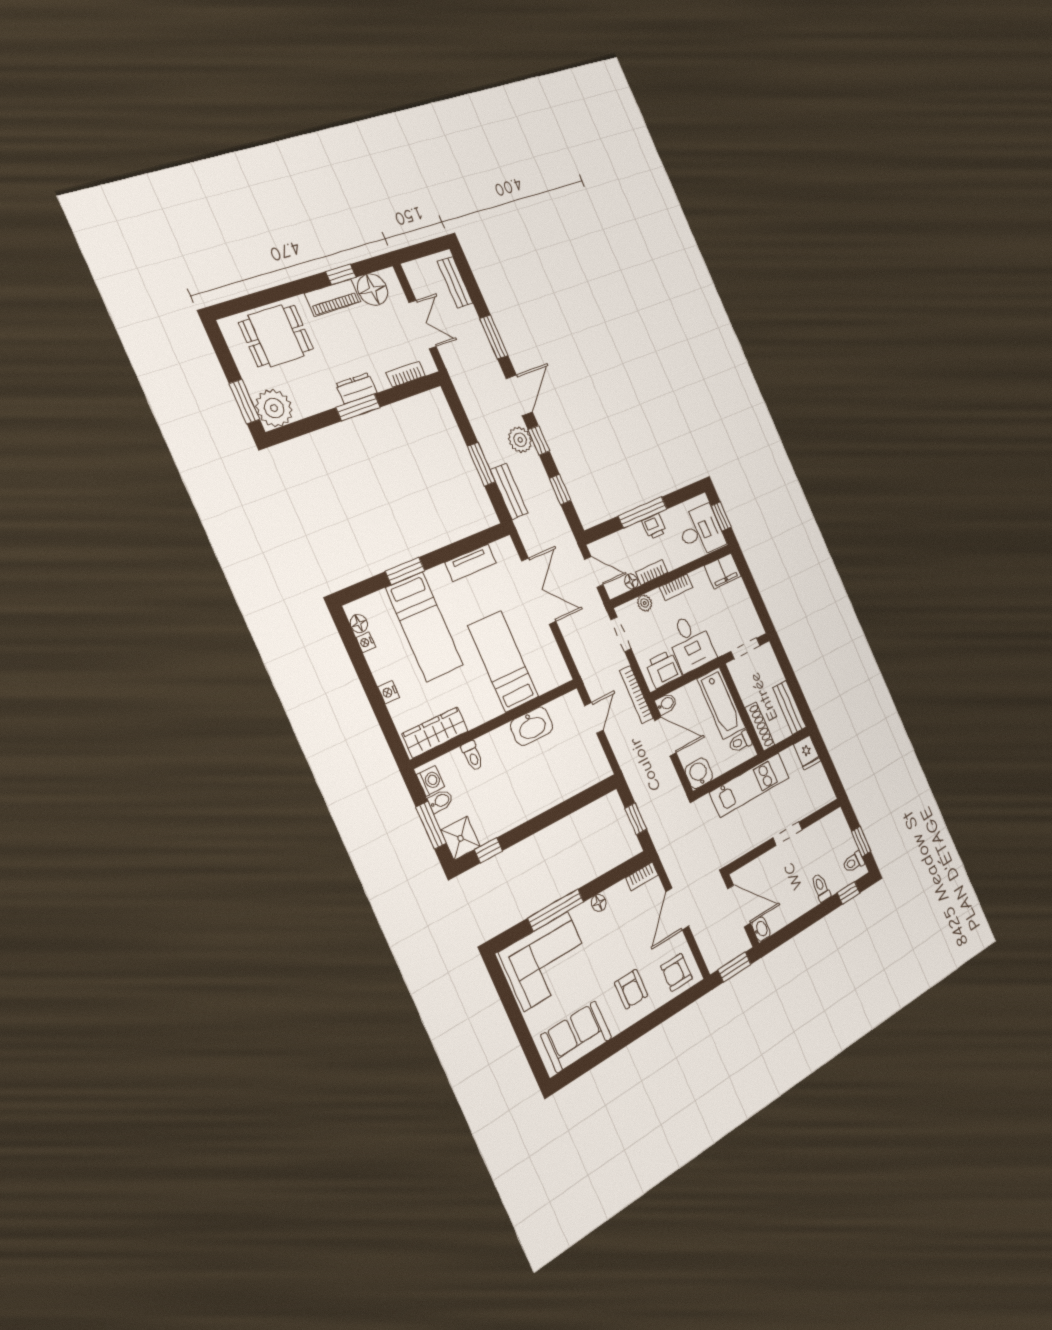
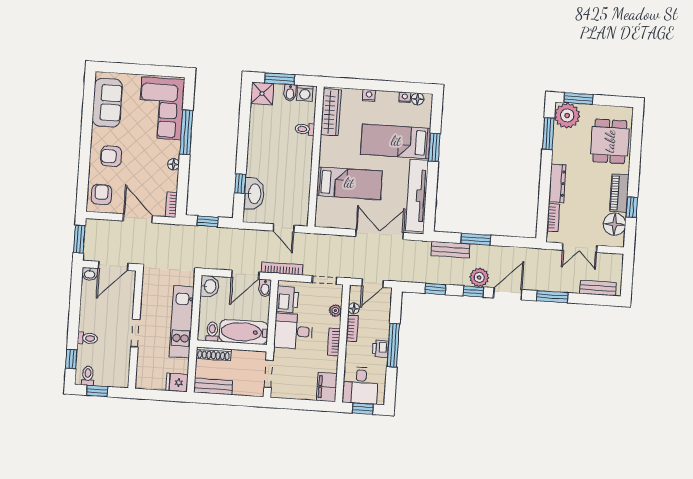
dresser: (356, 388) -> (557, 183), width x1.44
door: (519, 395) -> (508, 294), swing flipped
window: (358, 407) -> (548, 134), moved
tv unit: (471, 563) -> (417, 195), width x1.92, depth x1.29
double door: (539, 591) -> (380, 234), swing flipped
washbasin: (532, 726) -> (254, 194), moved, turned 180
window: (488, 850) -> (240, 184), moved

